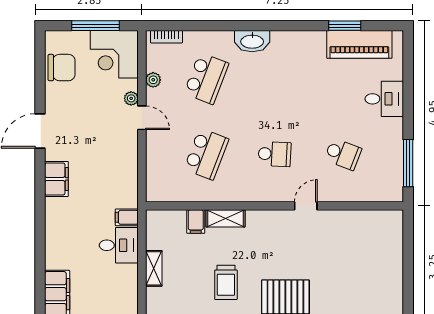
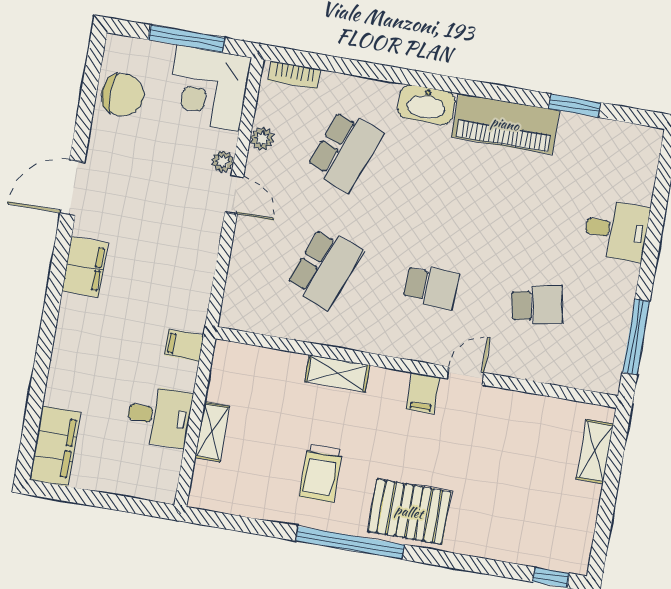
piano: (359, 44) -> (505, 124), moved
school desk: (343, 154) -> (537, 305), turned -33
filing cabinet: (196, 222) -> (423, 393), moved
shelving: (395, 239) -> (595, 451), added
desk: (119, 245) -> (159, 416), moved

